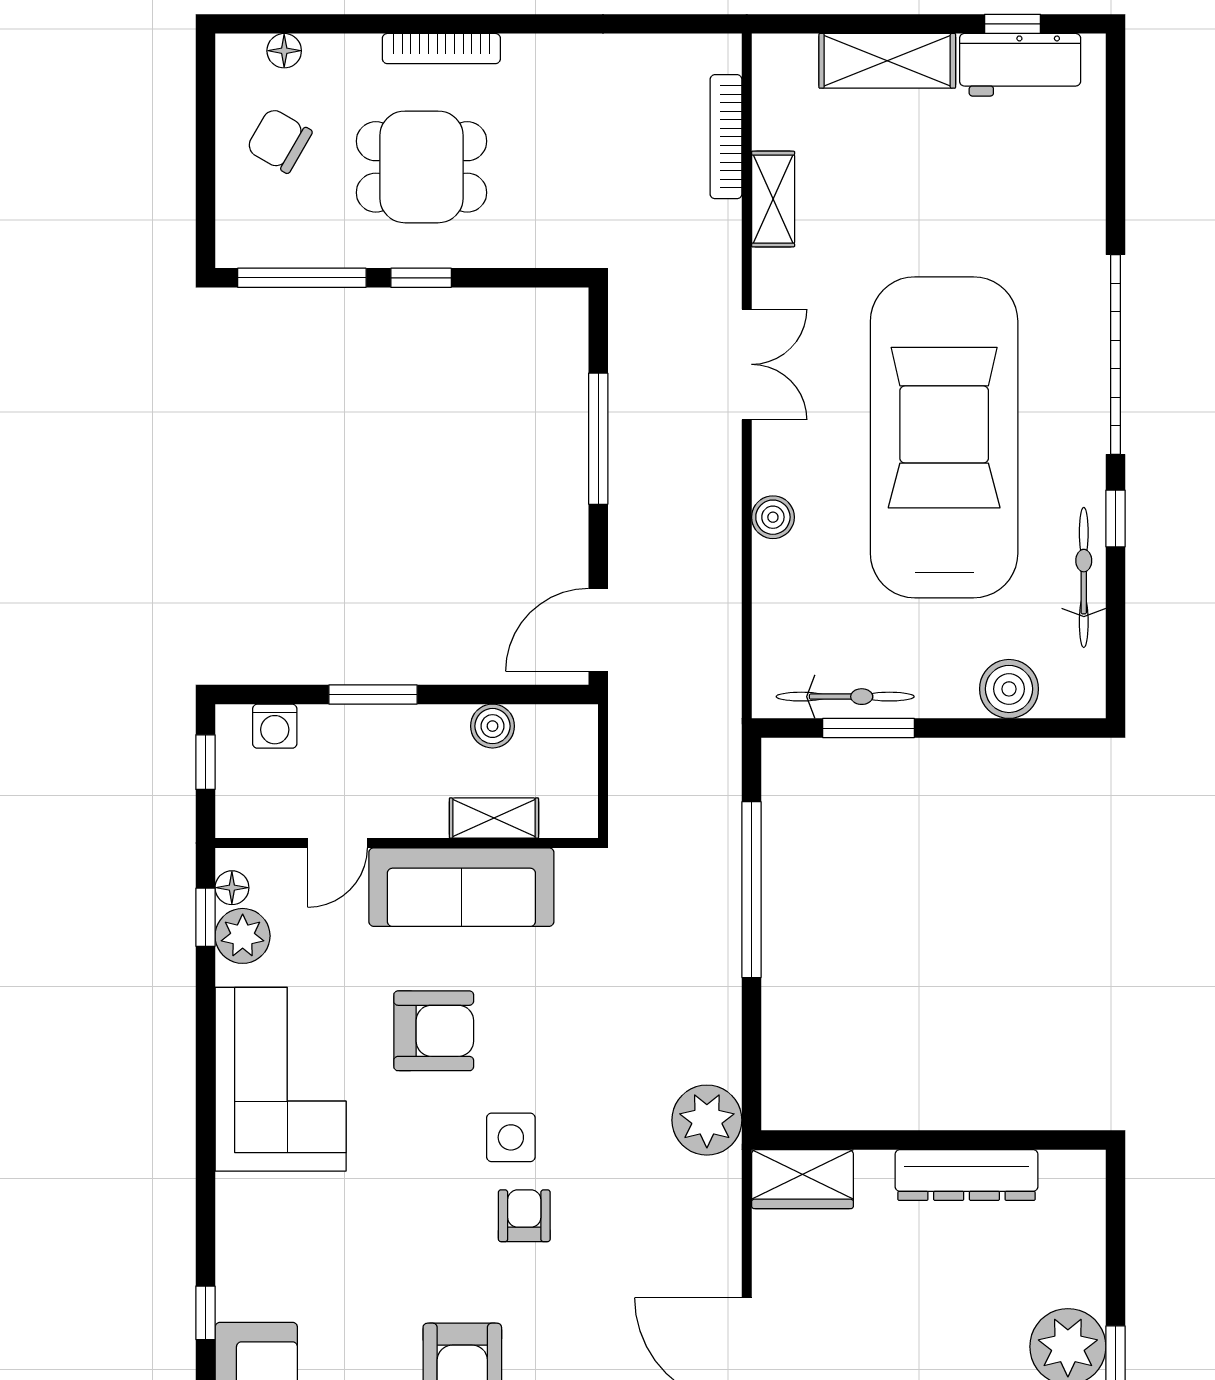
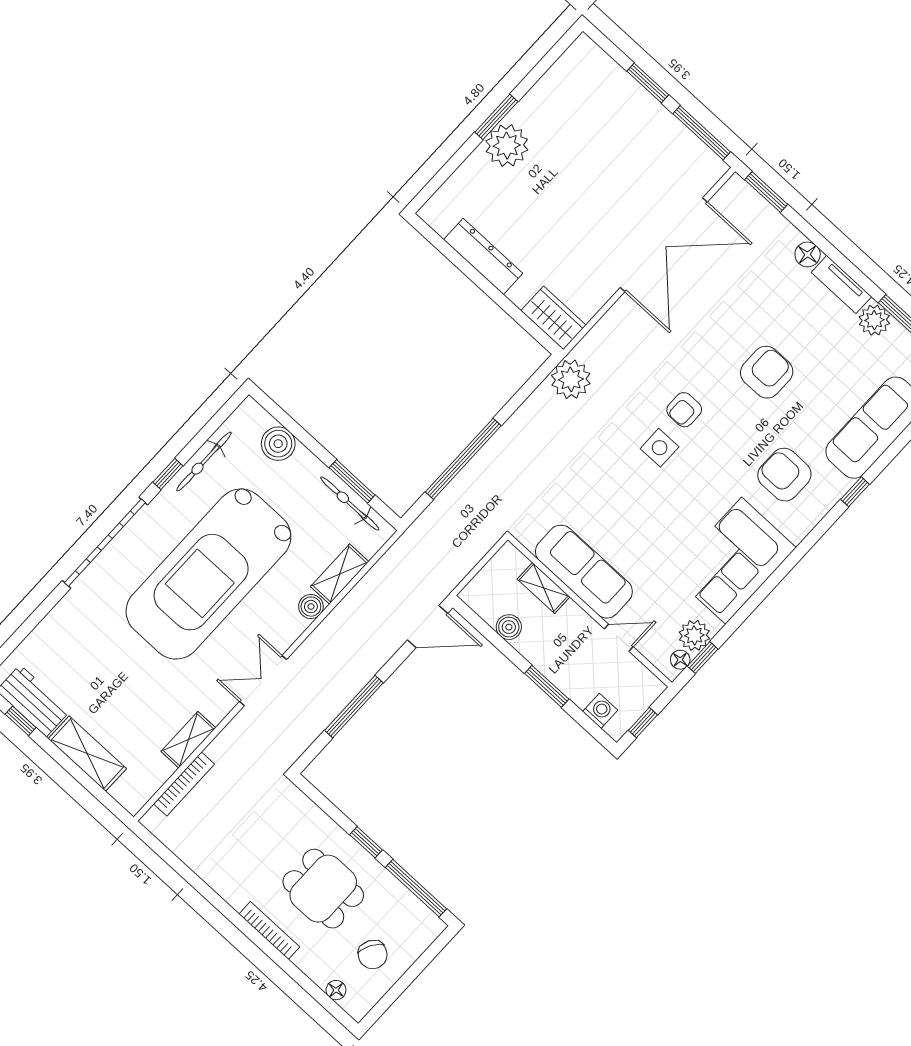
shelving: (774, 593) -> (340, 574), added
armchair: (434, 1031) -> (784, 475), moved

